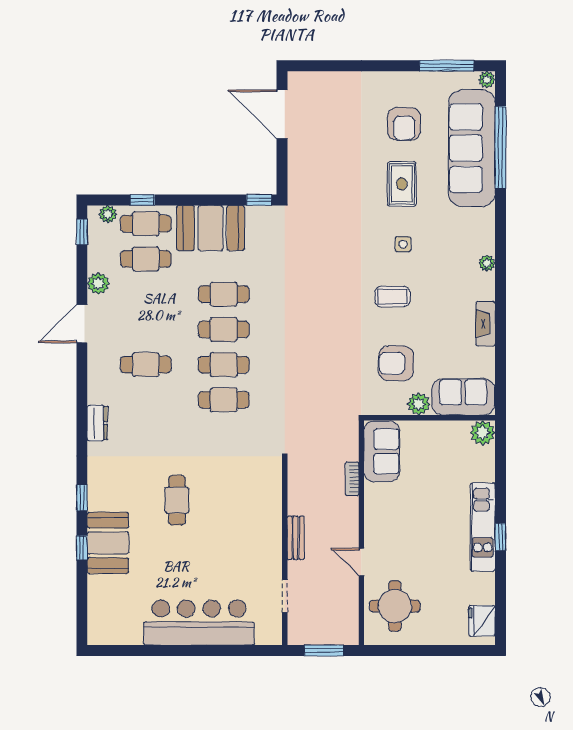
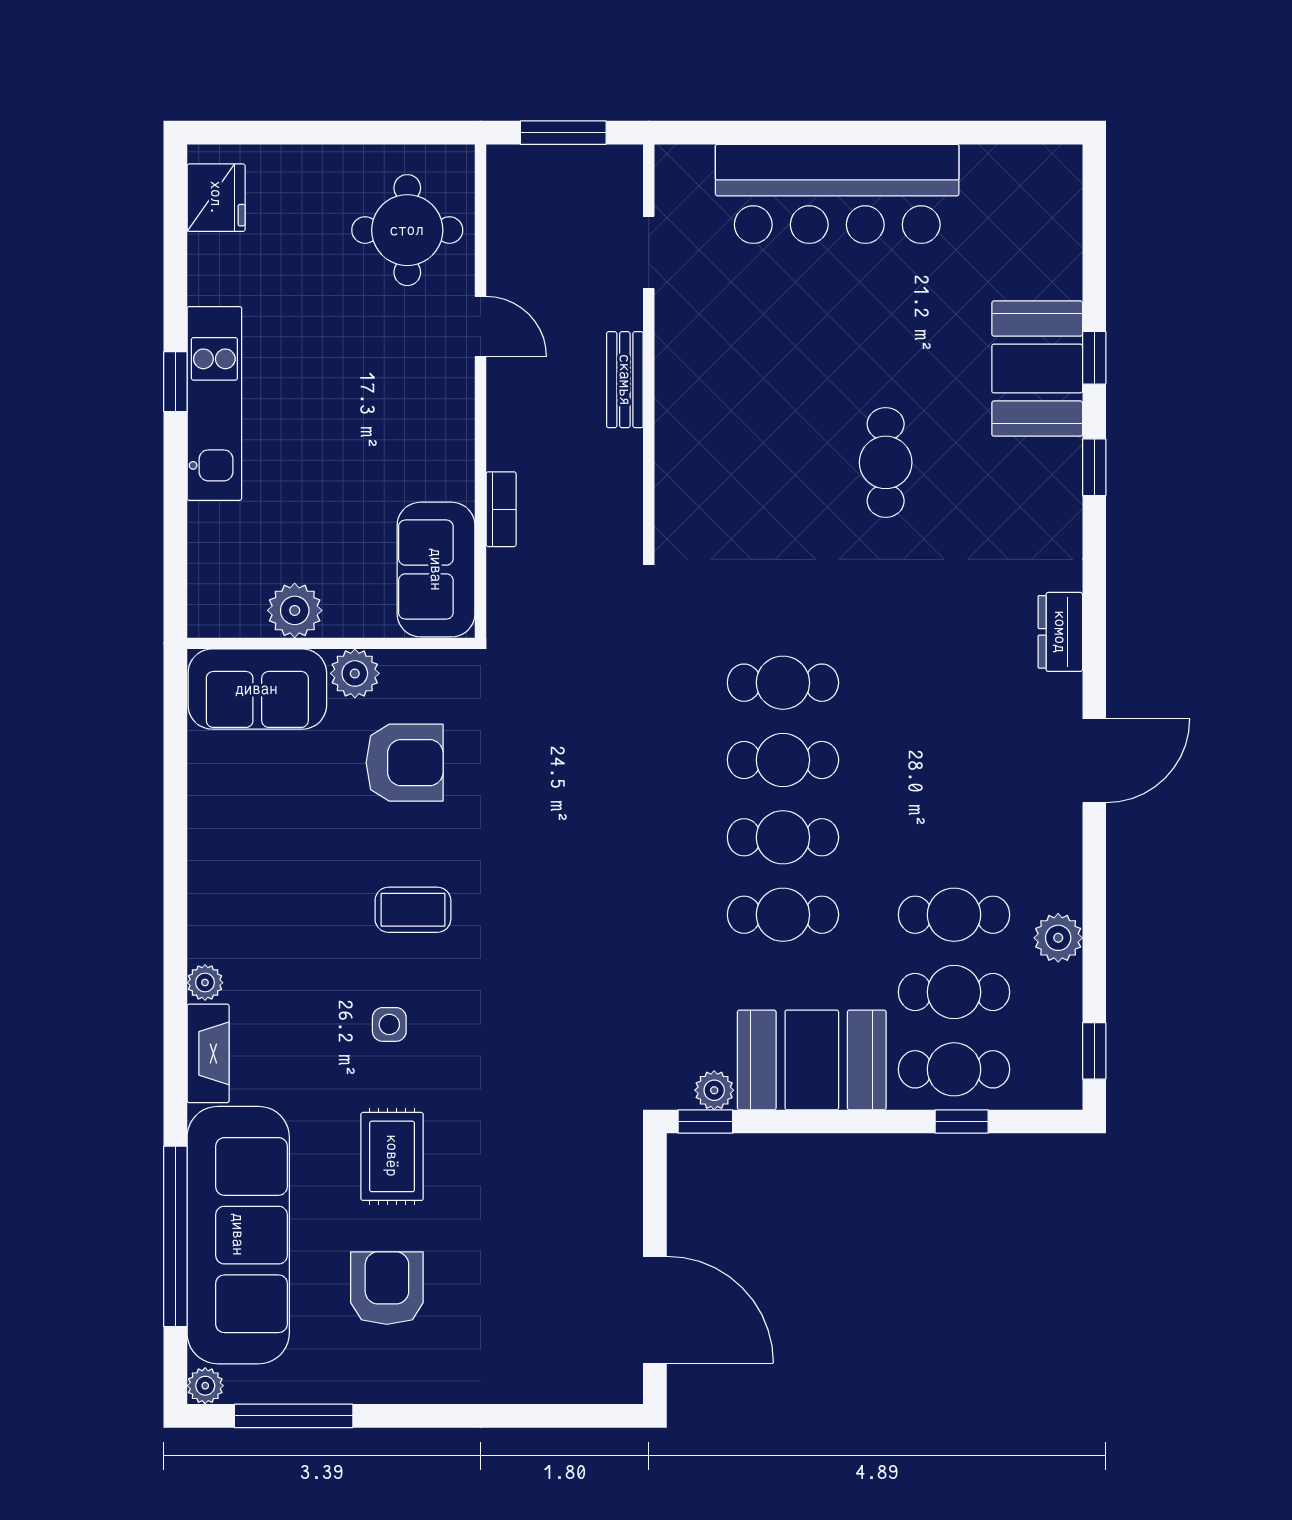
plant: (108, 214) -> (714, 1090), moved
door: (82, 324) -> (1094, 761), moved
fireplace: (486, 324) -> (208, 1053), moved
cafe table: (146, 365) -> (954, 915), moved
plant: (483, 433) -> (295, 610), moved

